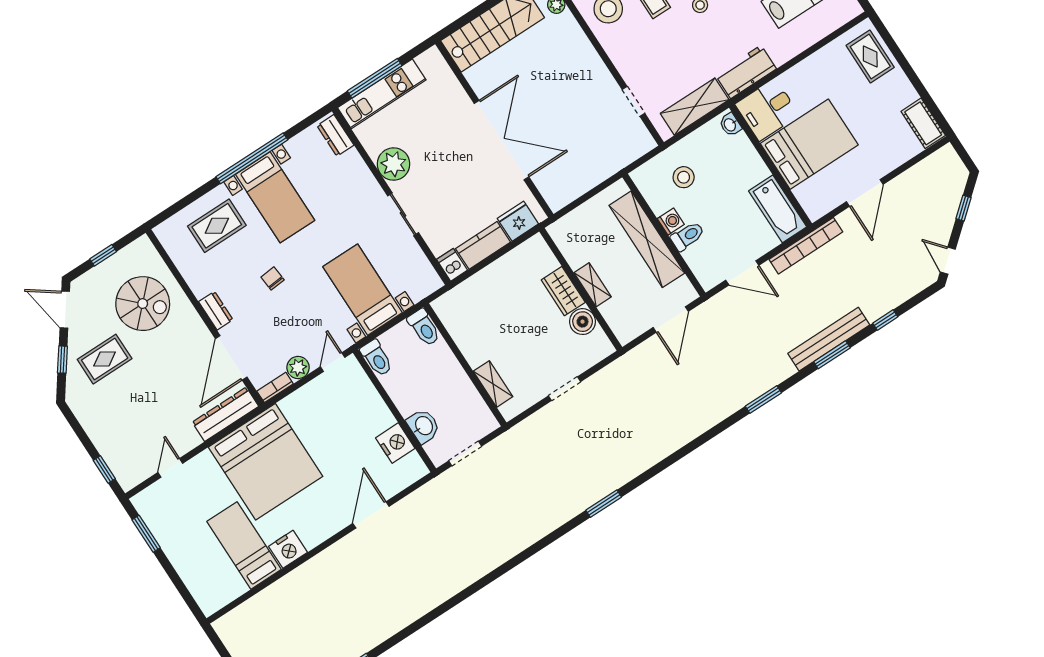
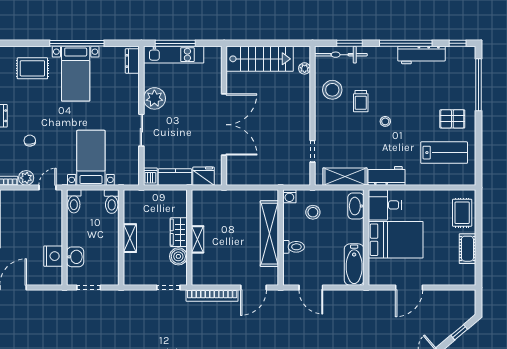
cot: (923, 123) -> (467, 249), moved
washbasin: (730, 125) -> (356, 206), width x1.91, depth x1.45
washing machine: (671, 222) -> (289, 196), moved, turned 90
bookcase: (806, 246) -> (212, 296), moved
chair: (273, 278) -> (30, 141), moved
shelving: (593, 285) -> (198, 239), moved
wall: (581, 289) -> (189, 238), moved
wardrobe: (563, 291) -> (179, 232), moved
boiler: (583, 322) -> (178, 256), moved
shelving: (493, 384) -> (130, 238), moved

